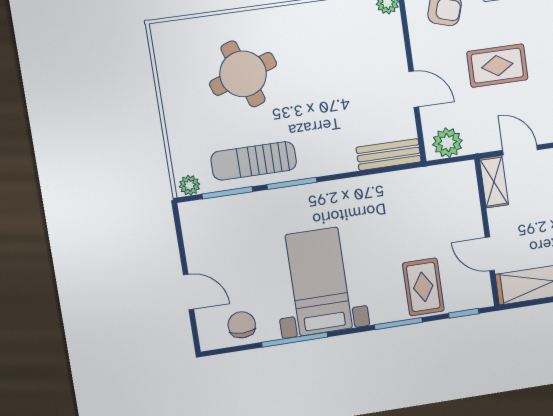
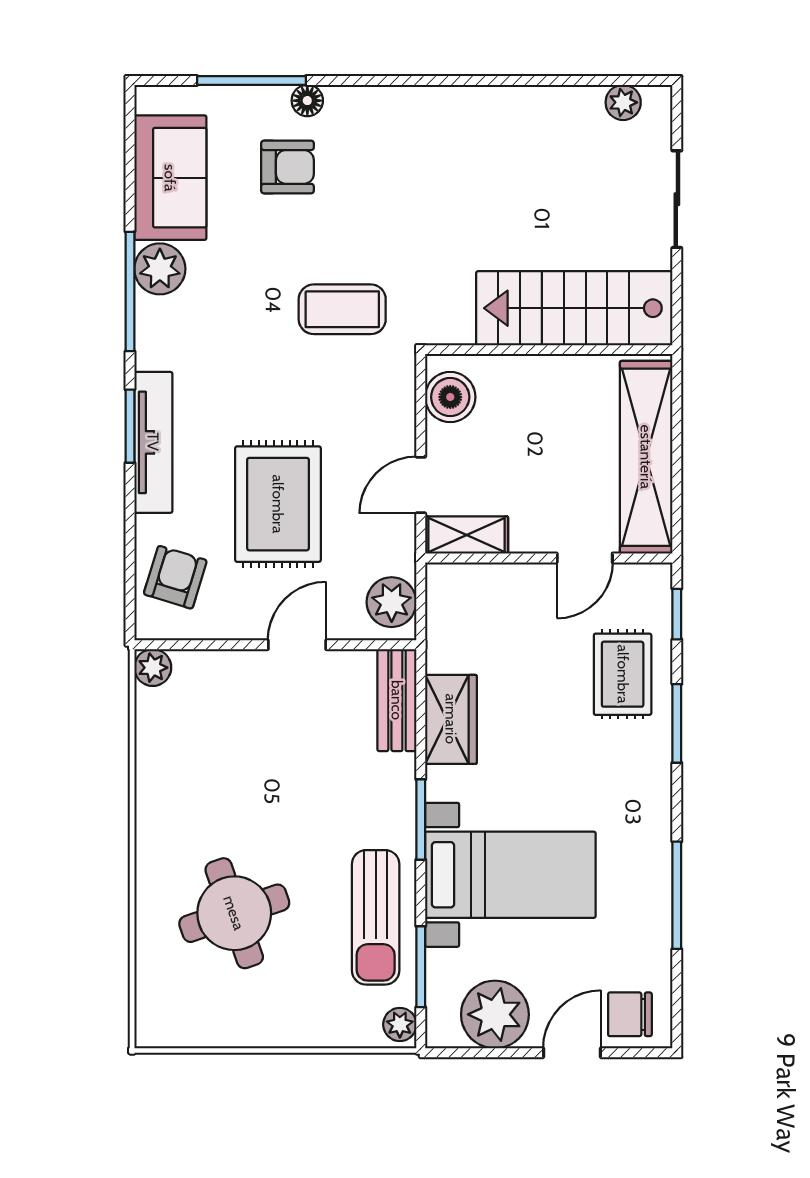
rug: (497, 66) -> (278, 504), width x1.36, depth x1.43
window: (292, 183) -> (421, 819), moved
wardrobe: (382, 189) -> (451, 719), added
plant: (205, 242) -> (495, 1014), added
bed with nightstands: (319, 282) -> (510, 875), moved, turned 180
rug: (423, 287) -> (623, 674), turned 90
chair: (242, 325) -> (630, 1014), moved

